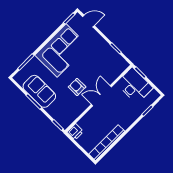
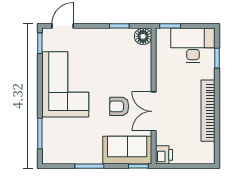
floor lamp: (122, 65) -> (143, 36), added
desk: (135, 86) -> (193, 45), moved
sofa: (39, 91) -> (127, 150), moved
double door: (101, 96) -> (154, 111), moved
bookcase: (107, 143) -> (208, 111), moved

